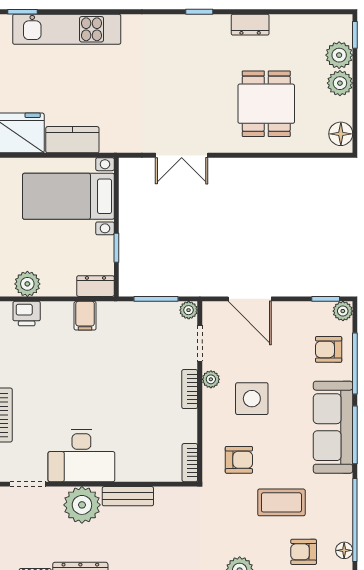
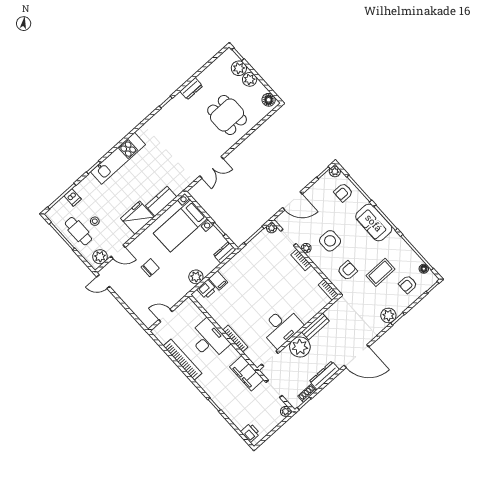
filing cabinet: (85, 316) -> (218, 280), moved
sofa: (333, 427) -> (374, 223), width x0.73

